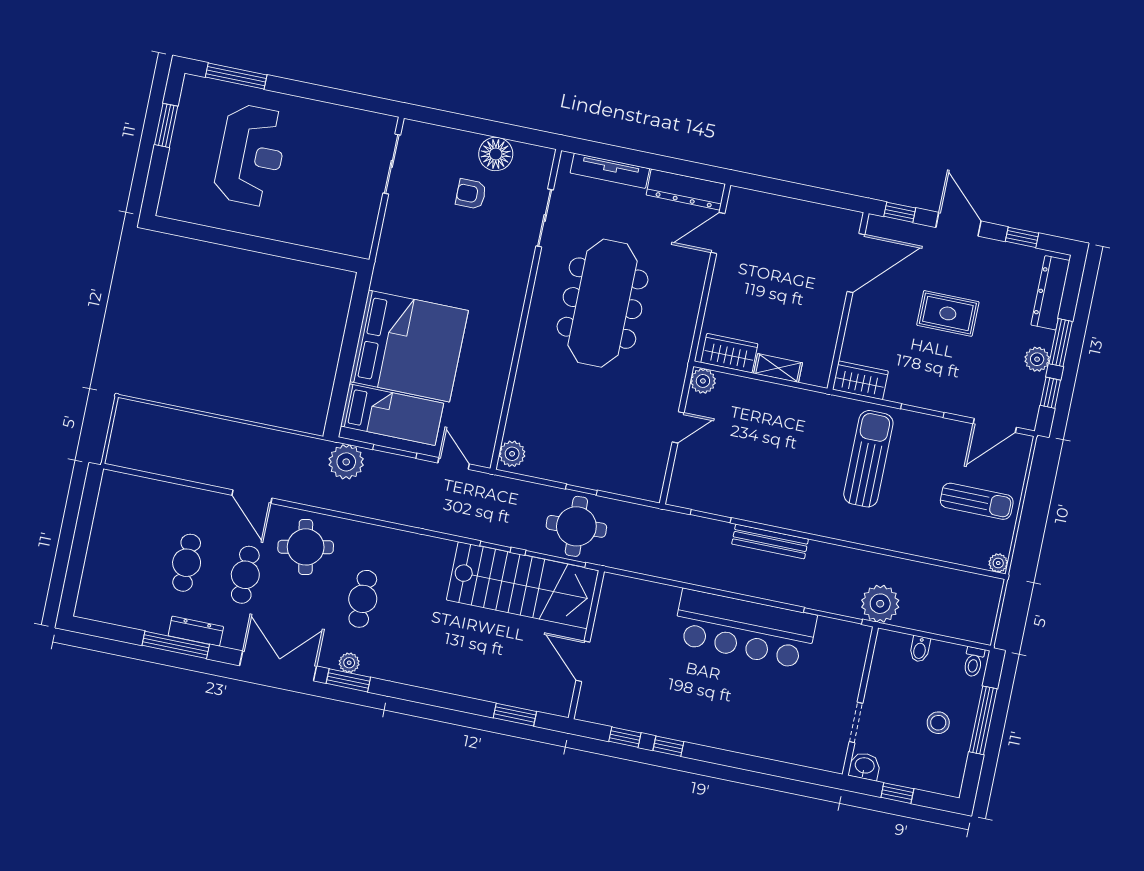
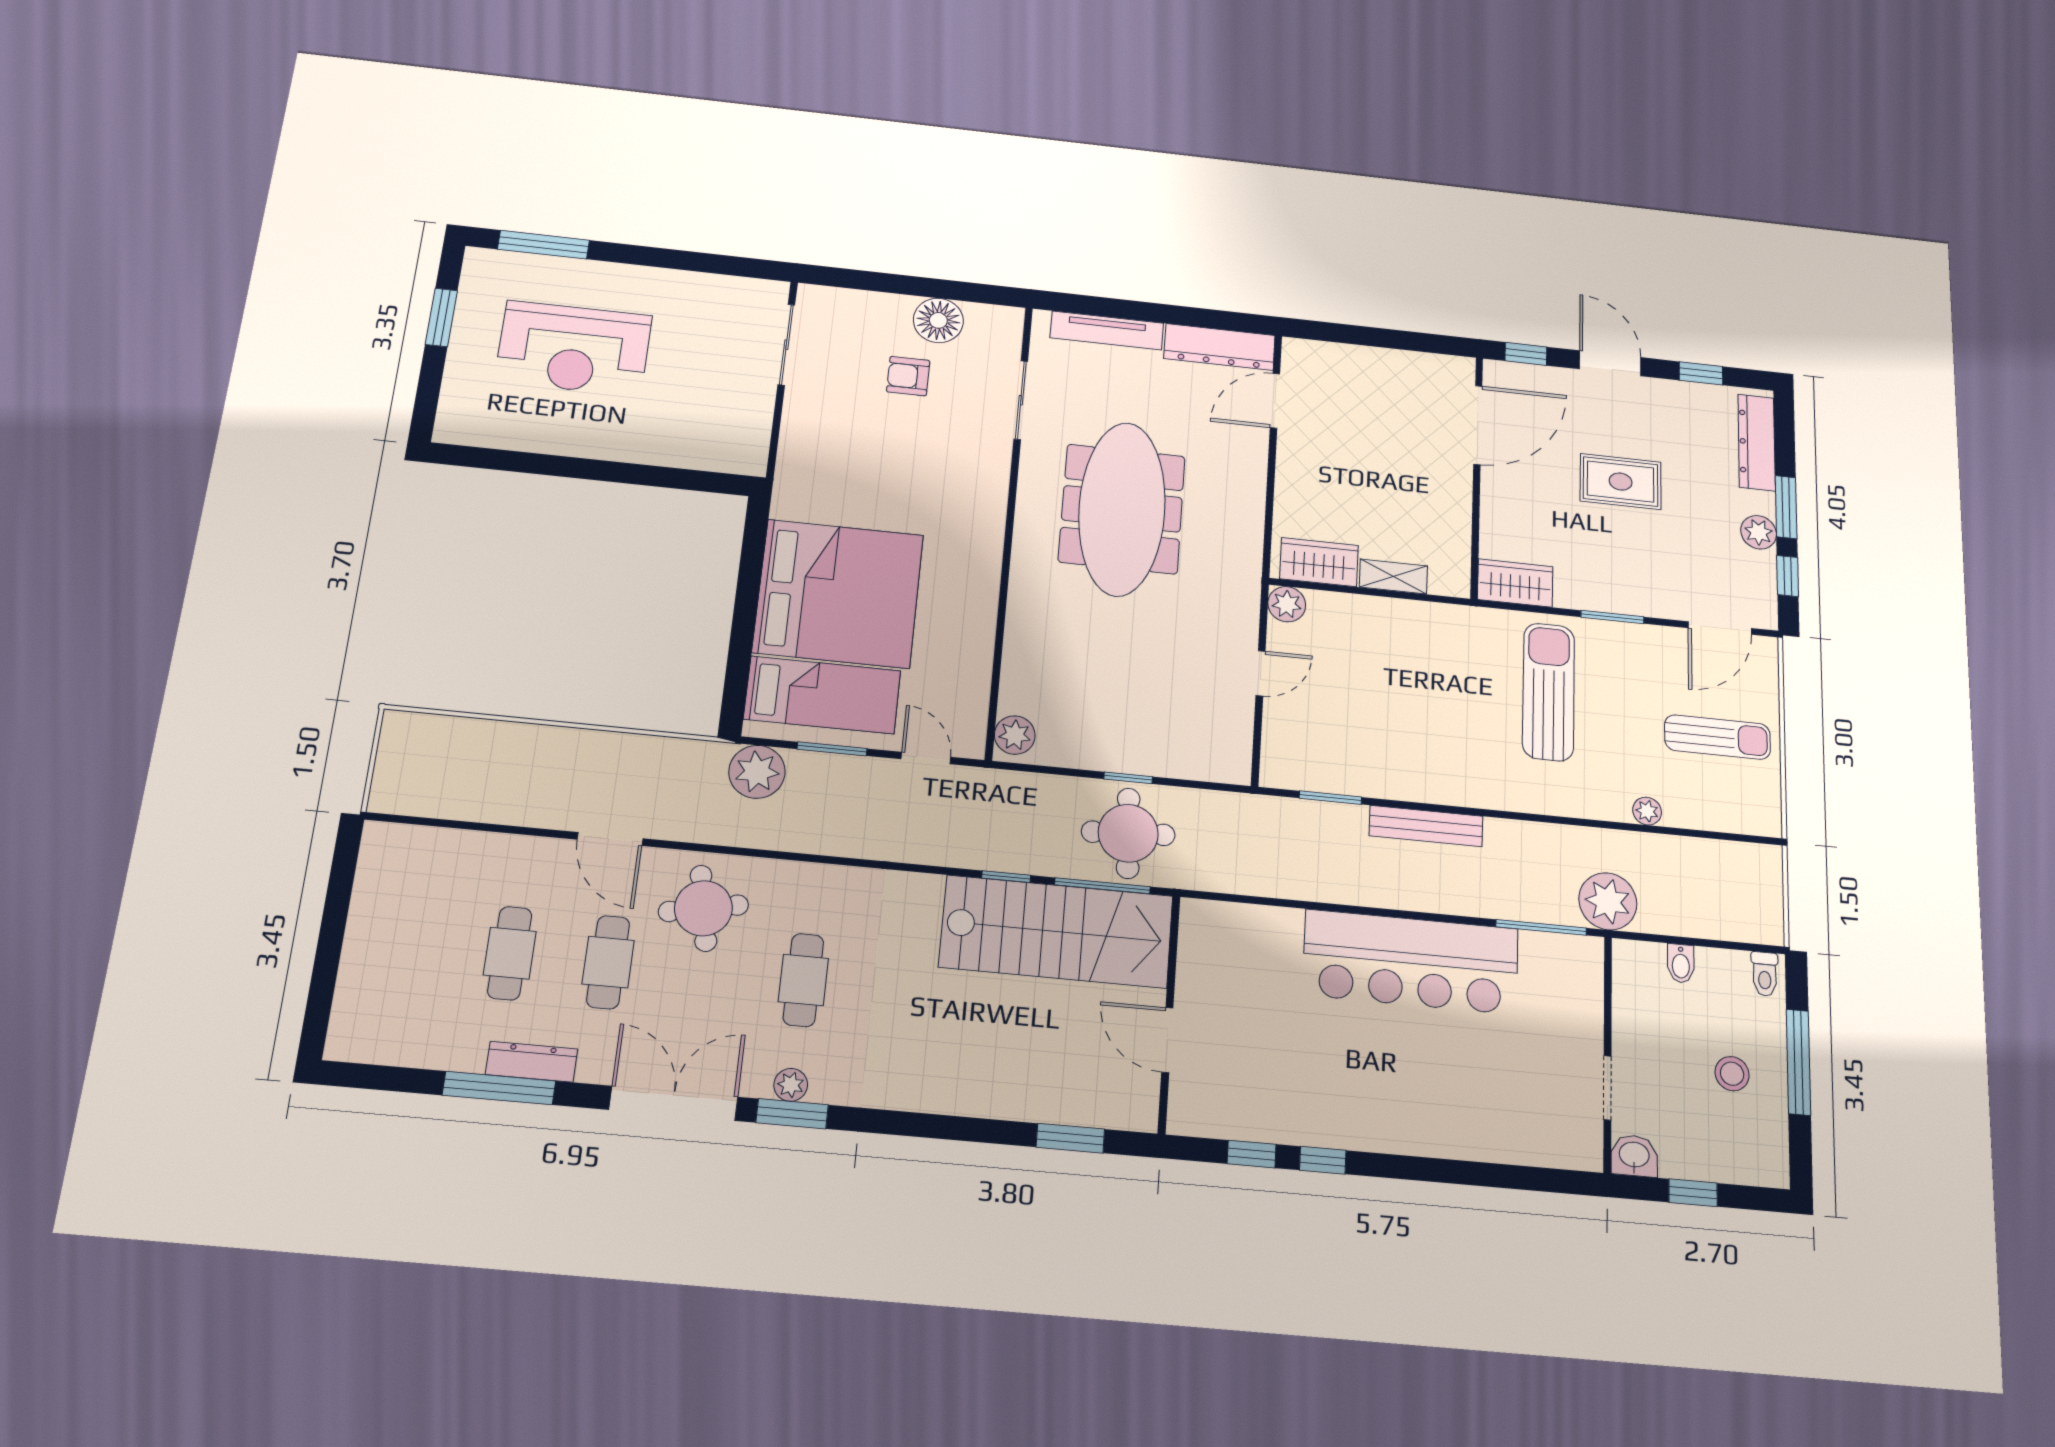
reception desk: (251, 155) -> (574, 348), turned 90
plant: (998, 563) -> (1647, 811), moved

